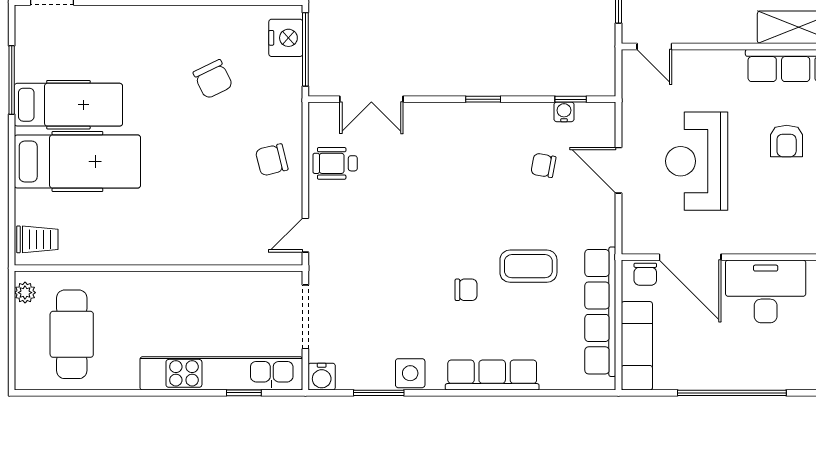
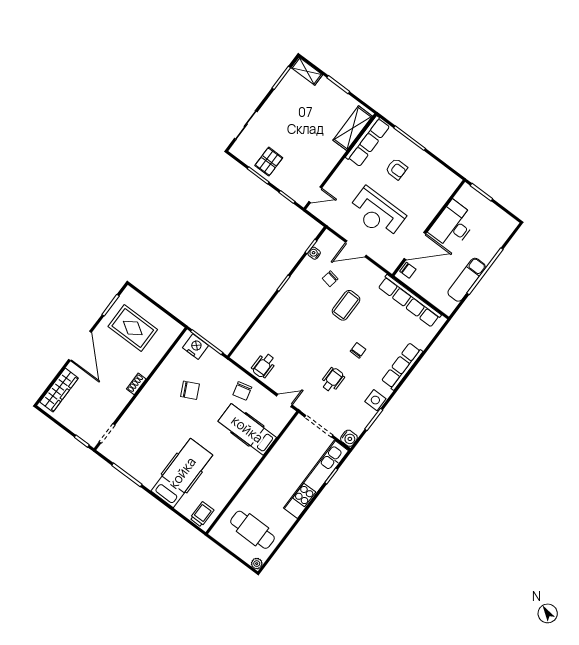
double door: (371, 99) -> (248, 330), removed
hospital bed: (68, 105) -> (247, 429), moved, turned -90
door: (305, 235) -> (284, 401), swing flipped
coffee table: (528, 266) -> (346, 305), moved
wheelchair: (392, 285) -> (333, 380), added
plant: (25, 293) -> (257, 564), moved
exam couch: (637, 346) -> (467, 280), moved, turned -90

